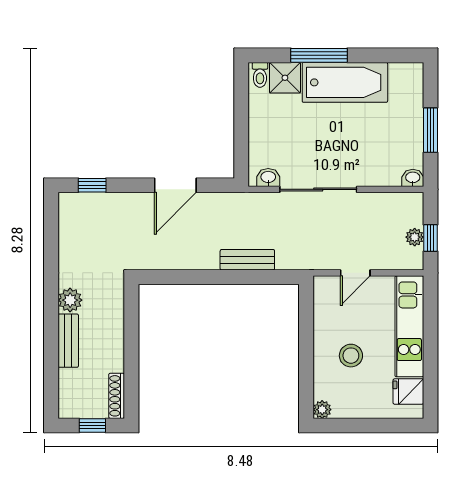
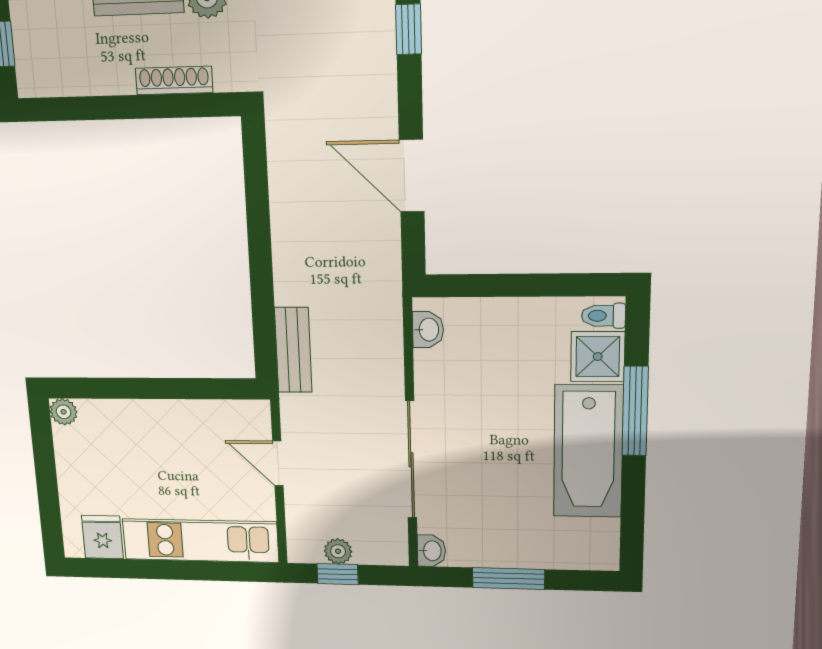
sliding door: (318, 189) -> (411, 460), moved
bench: (247, 260) -> (293, 350), moved
stool: (351, 356) -> (149, 455), removed
shoe rack: (117, 396) -> (174, 80), moved

